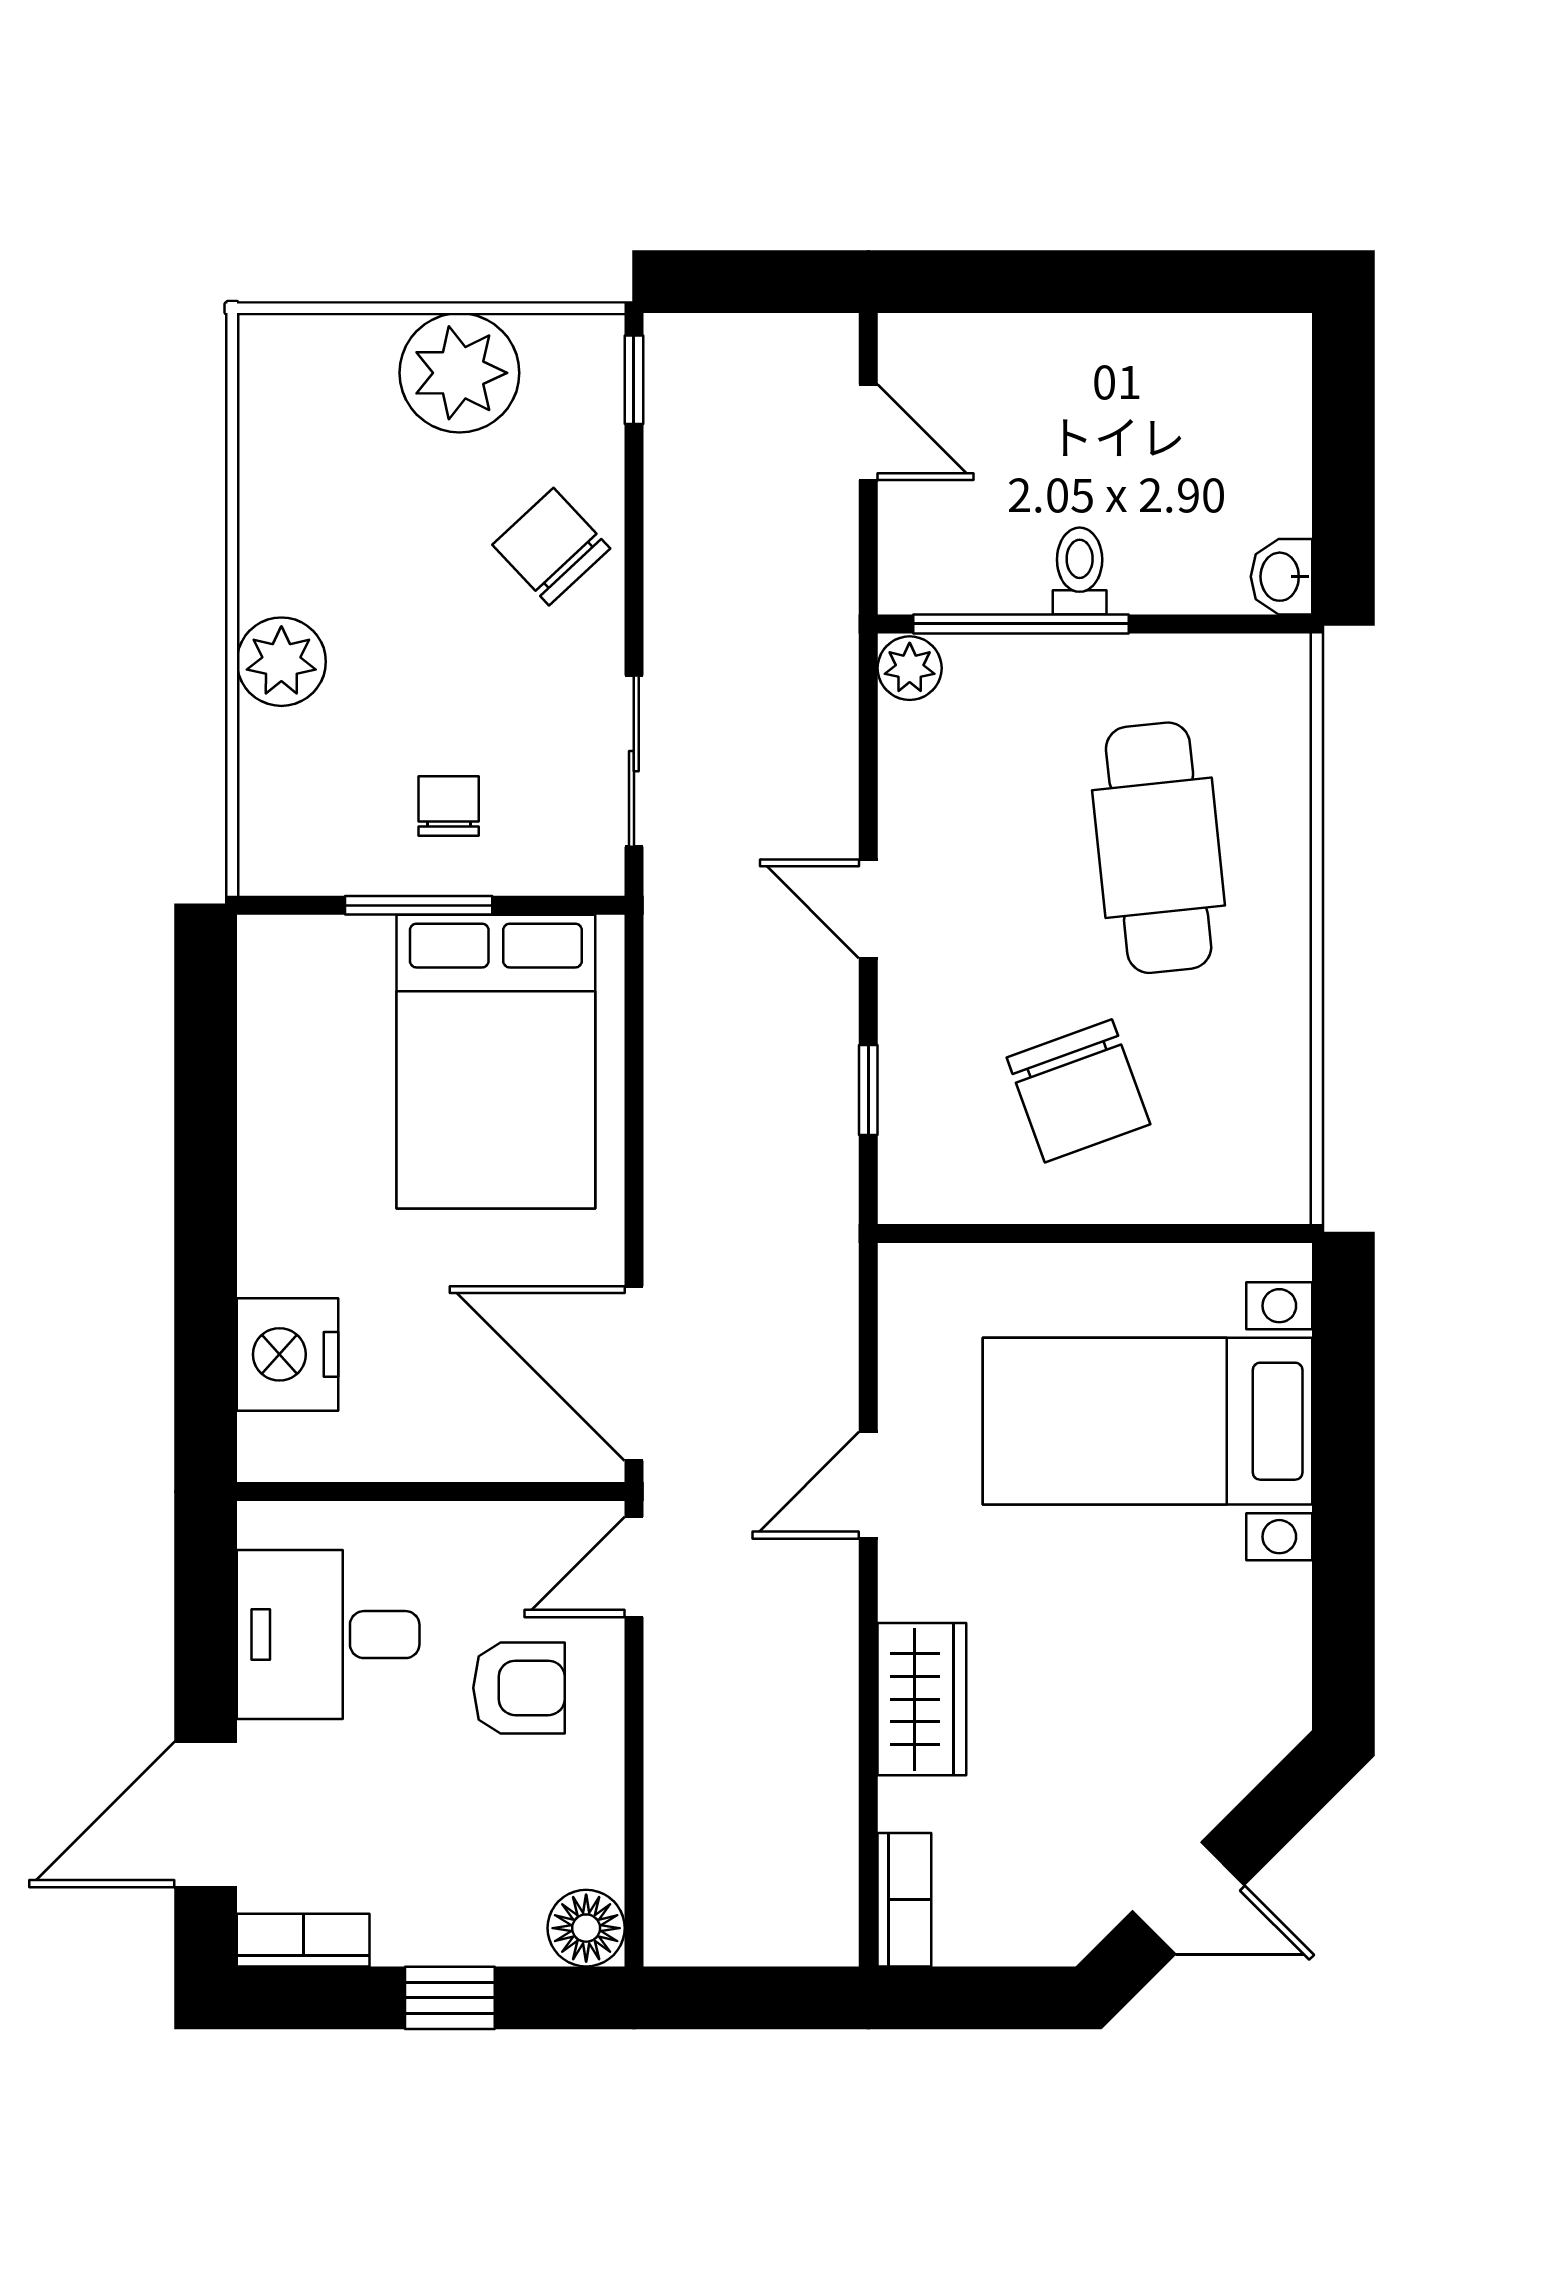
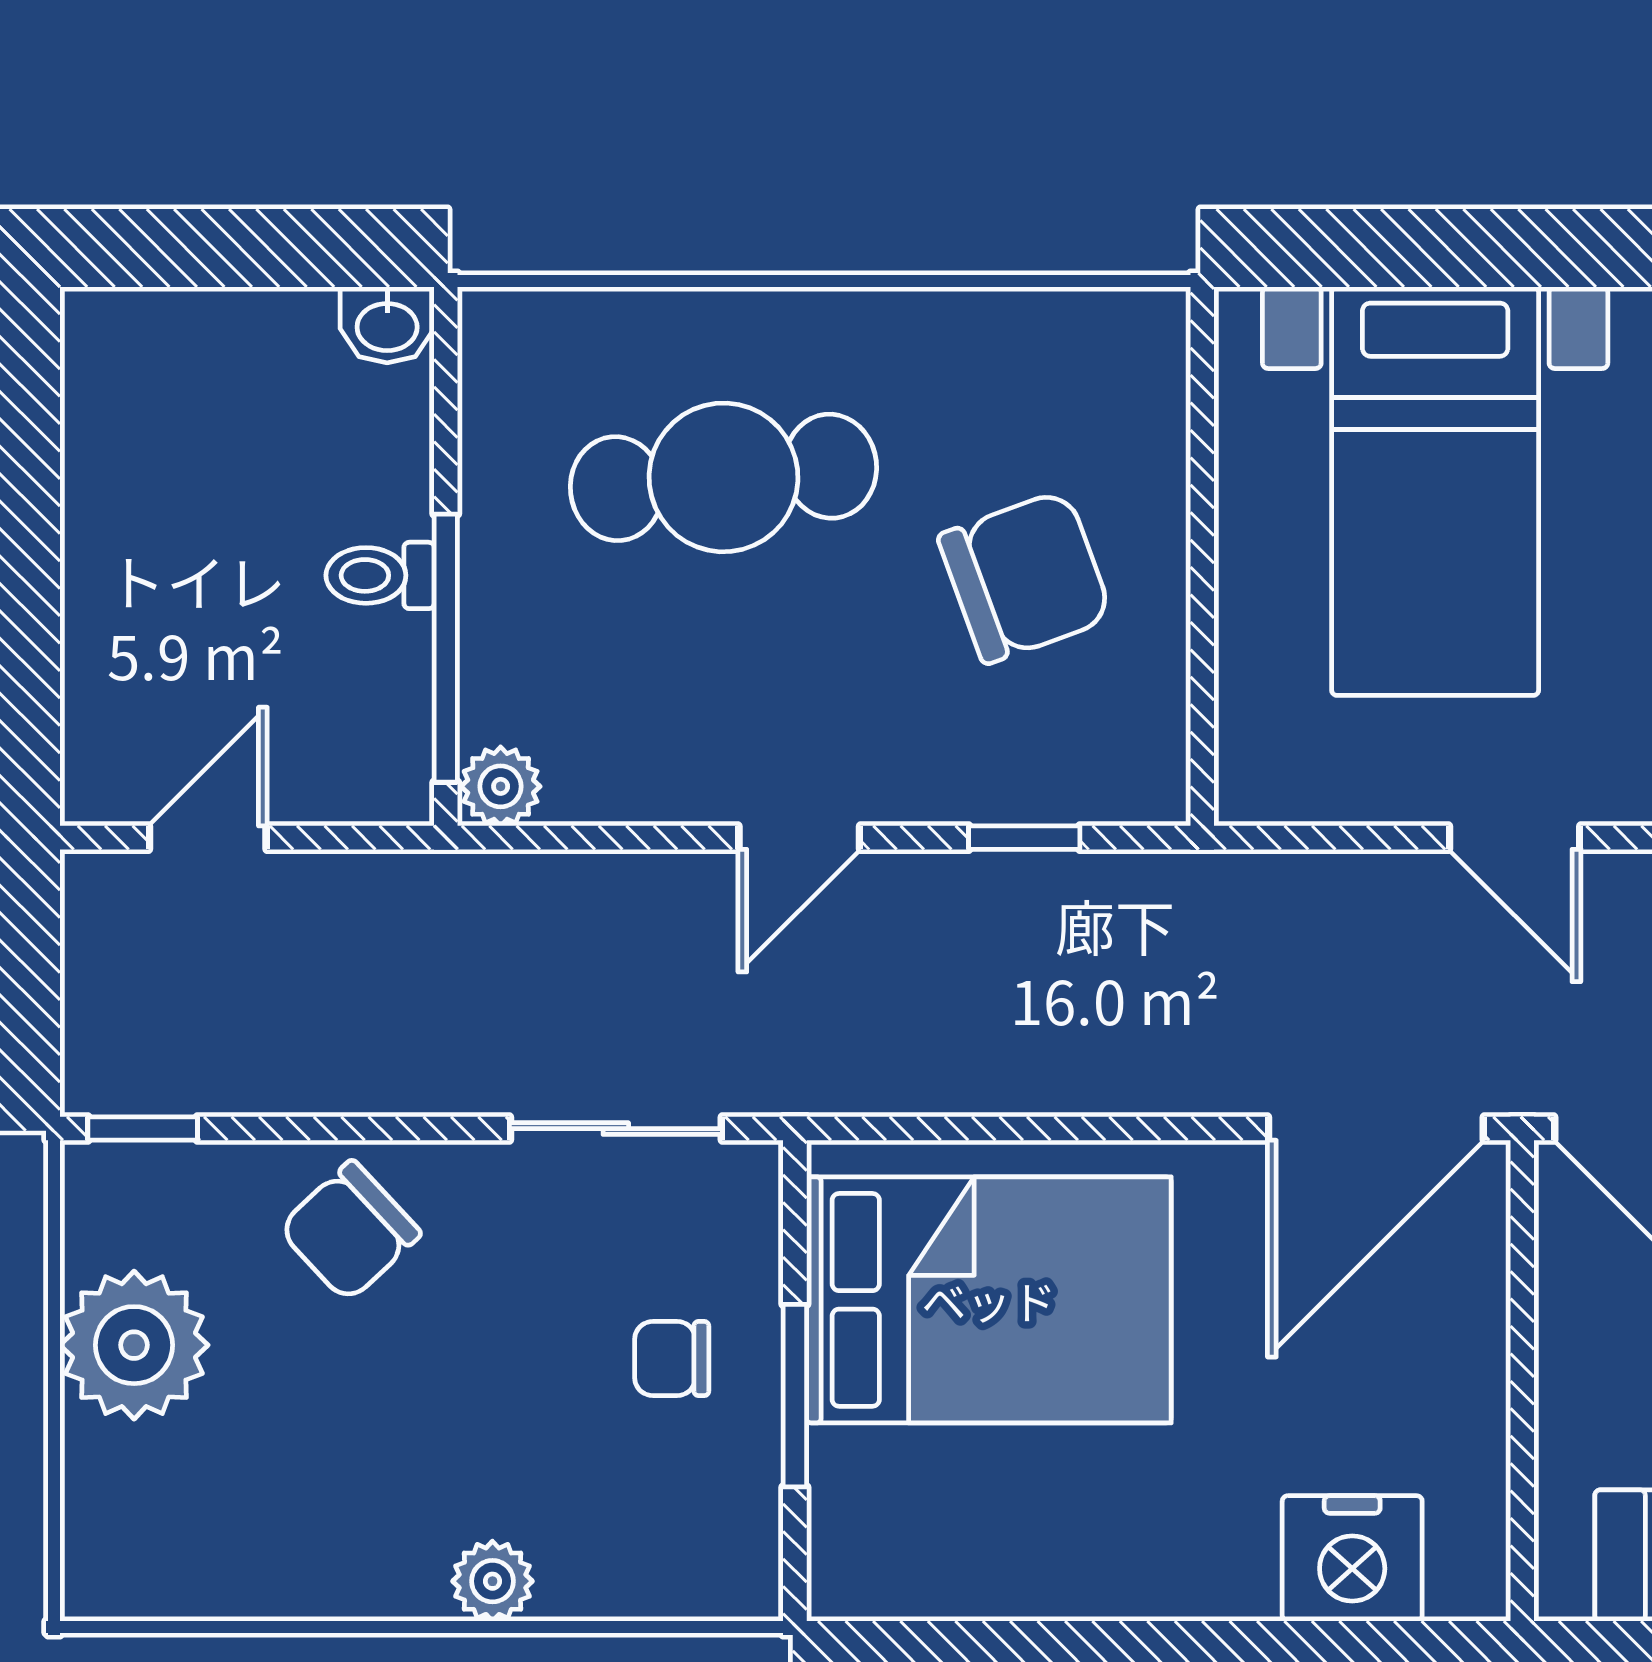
plant: (281, 662) -> (492, 1581), width x0.73, depth x0.73

